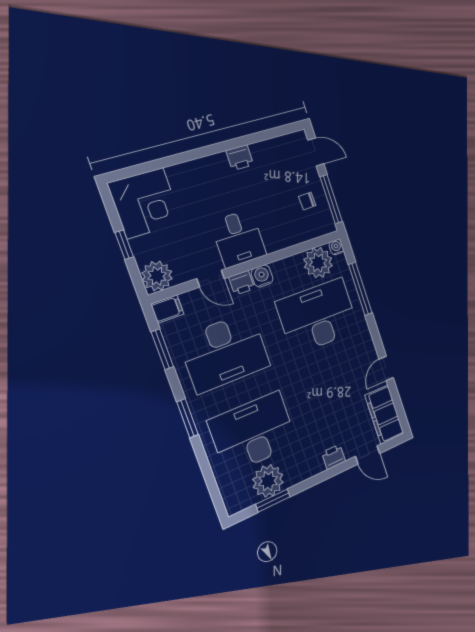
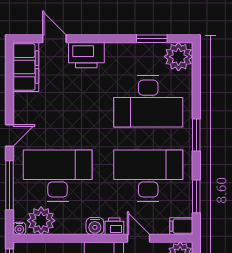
desk: (318, 316) -> (58, 176), turned 180
door: (386, 368) -> (9, 136), moved
printer: (334, 457) -> (86, 55), width x1.87, depth x1.48
plant: (268, 481) -> (178, 57), moved

